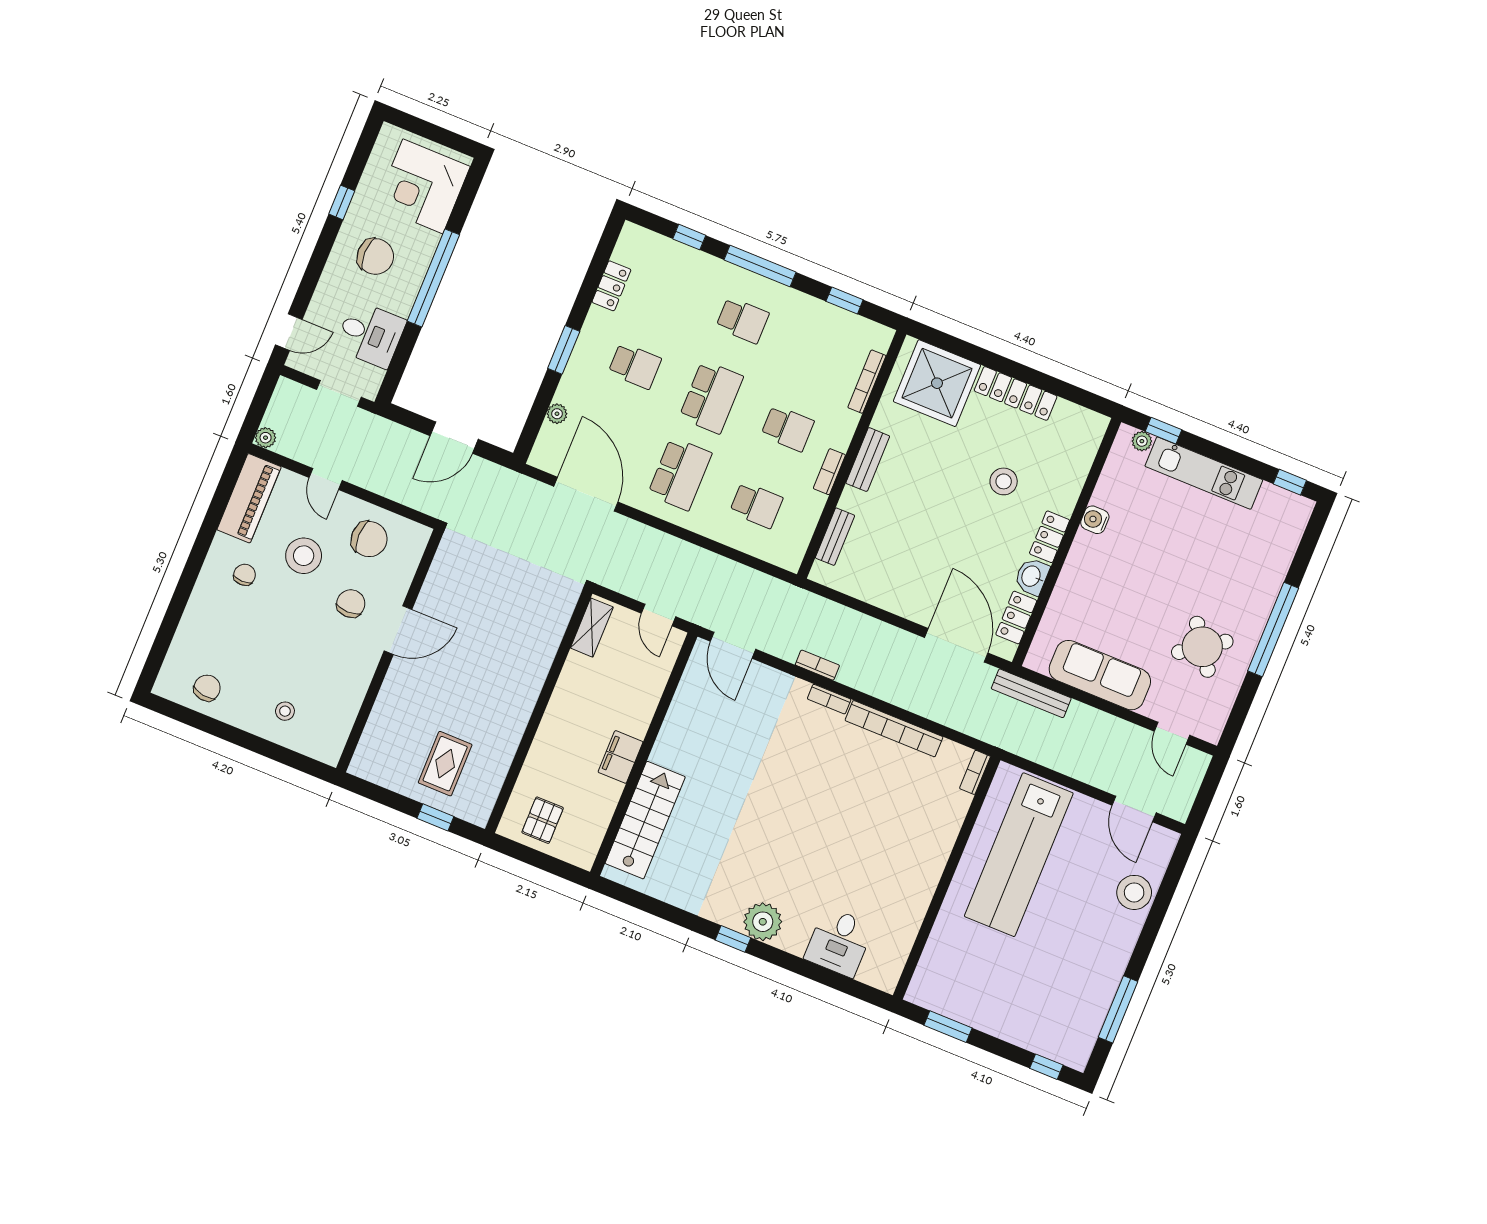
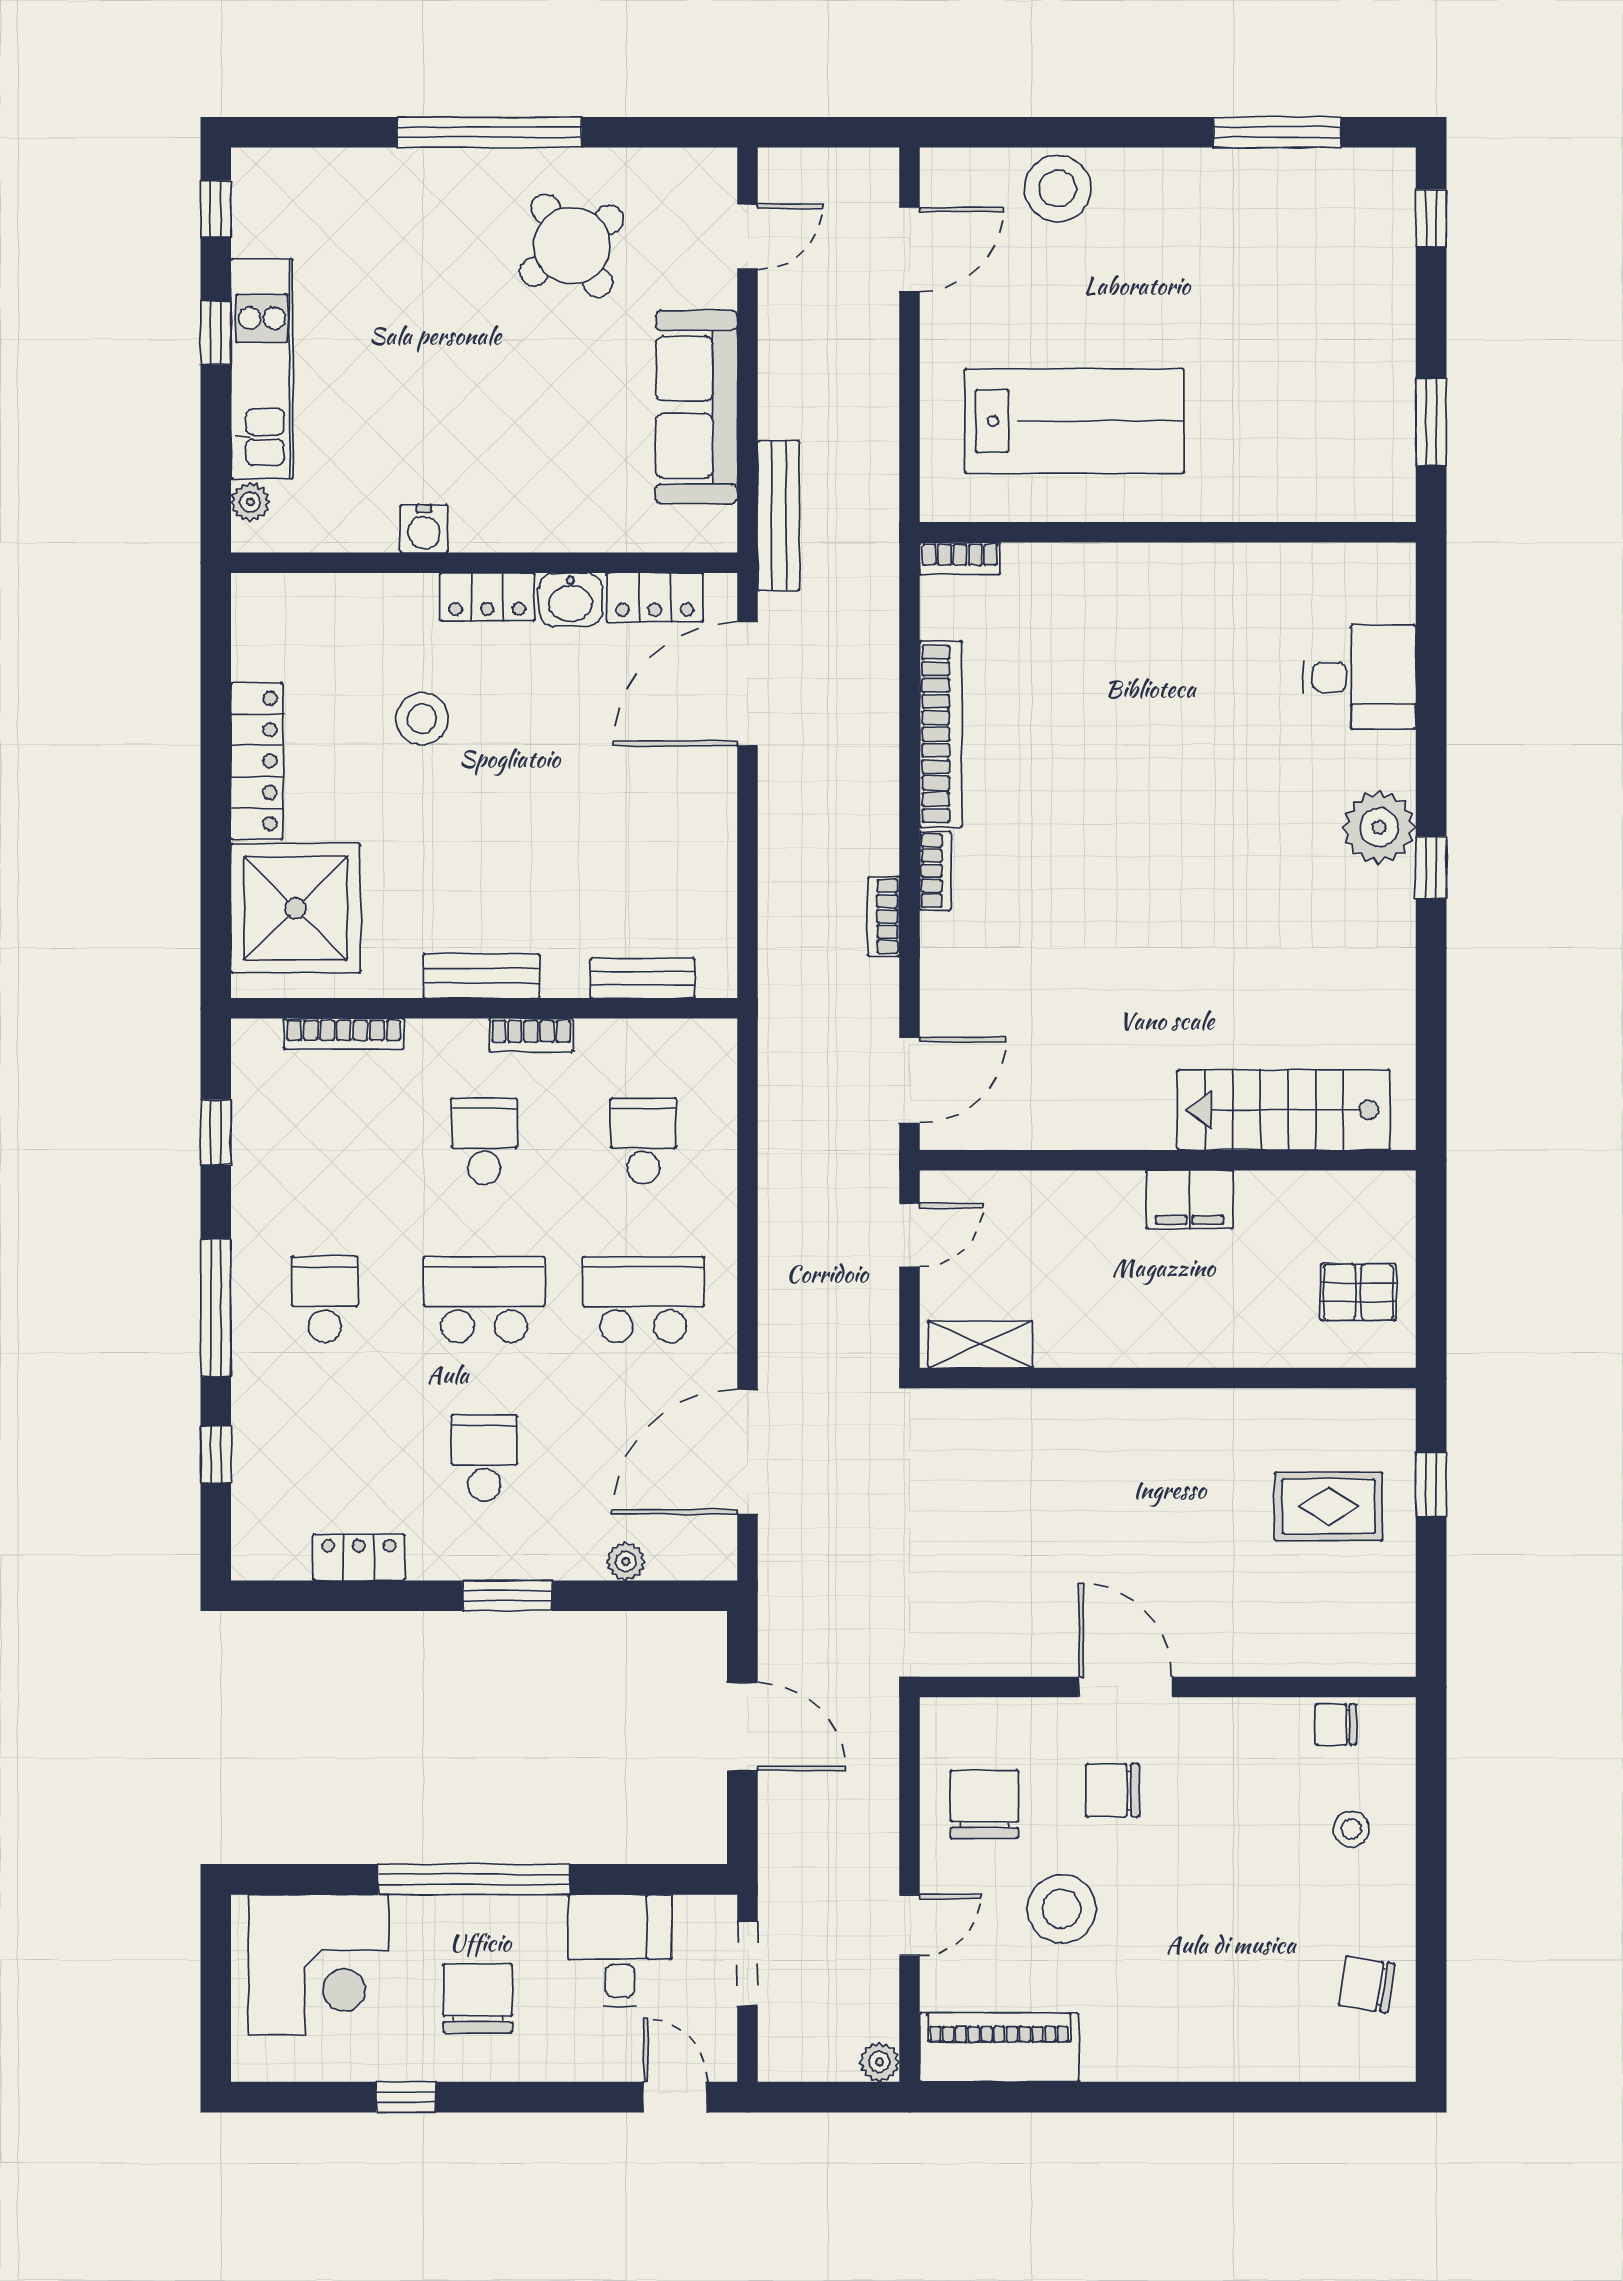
window: (1163, 431) -> (216, 333), moved
chair: (245, 575) -> (1336, 1725), moved
lab bench: (1019, 855) -> (1074, 421), width x0.73

